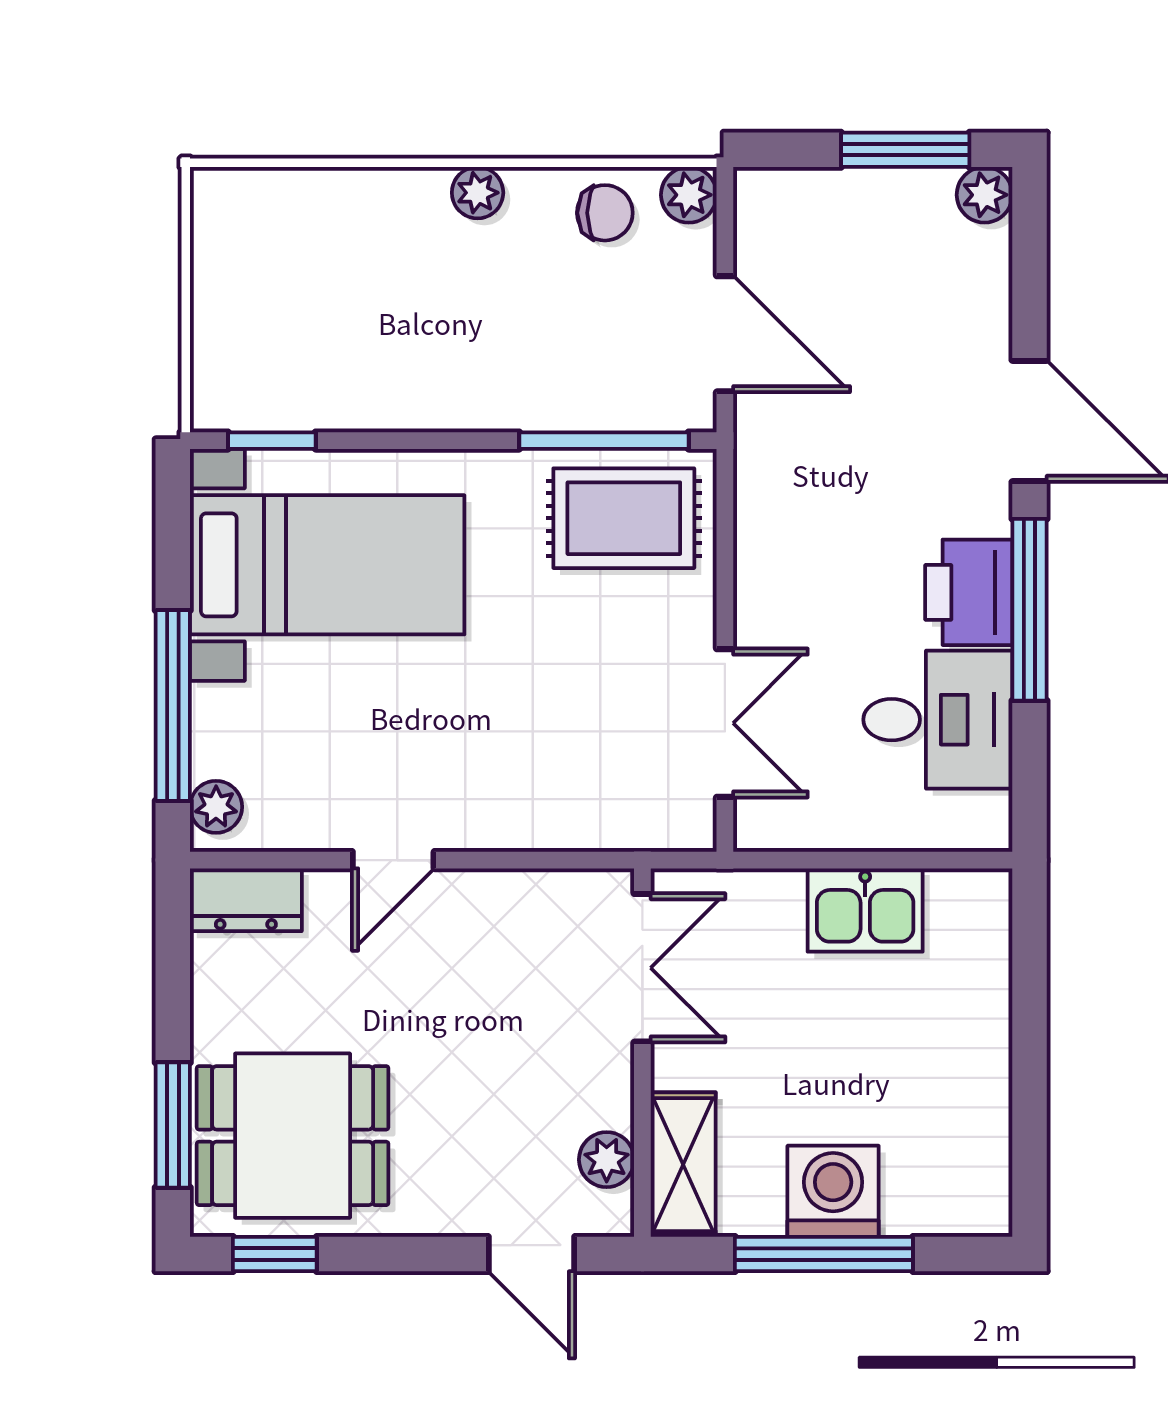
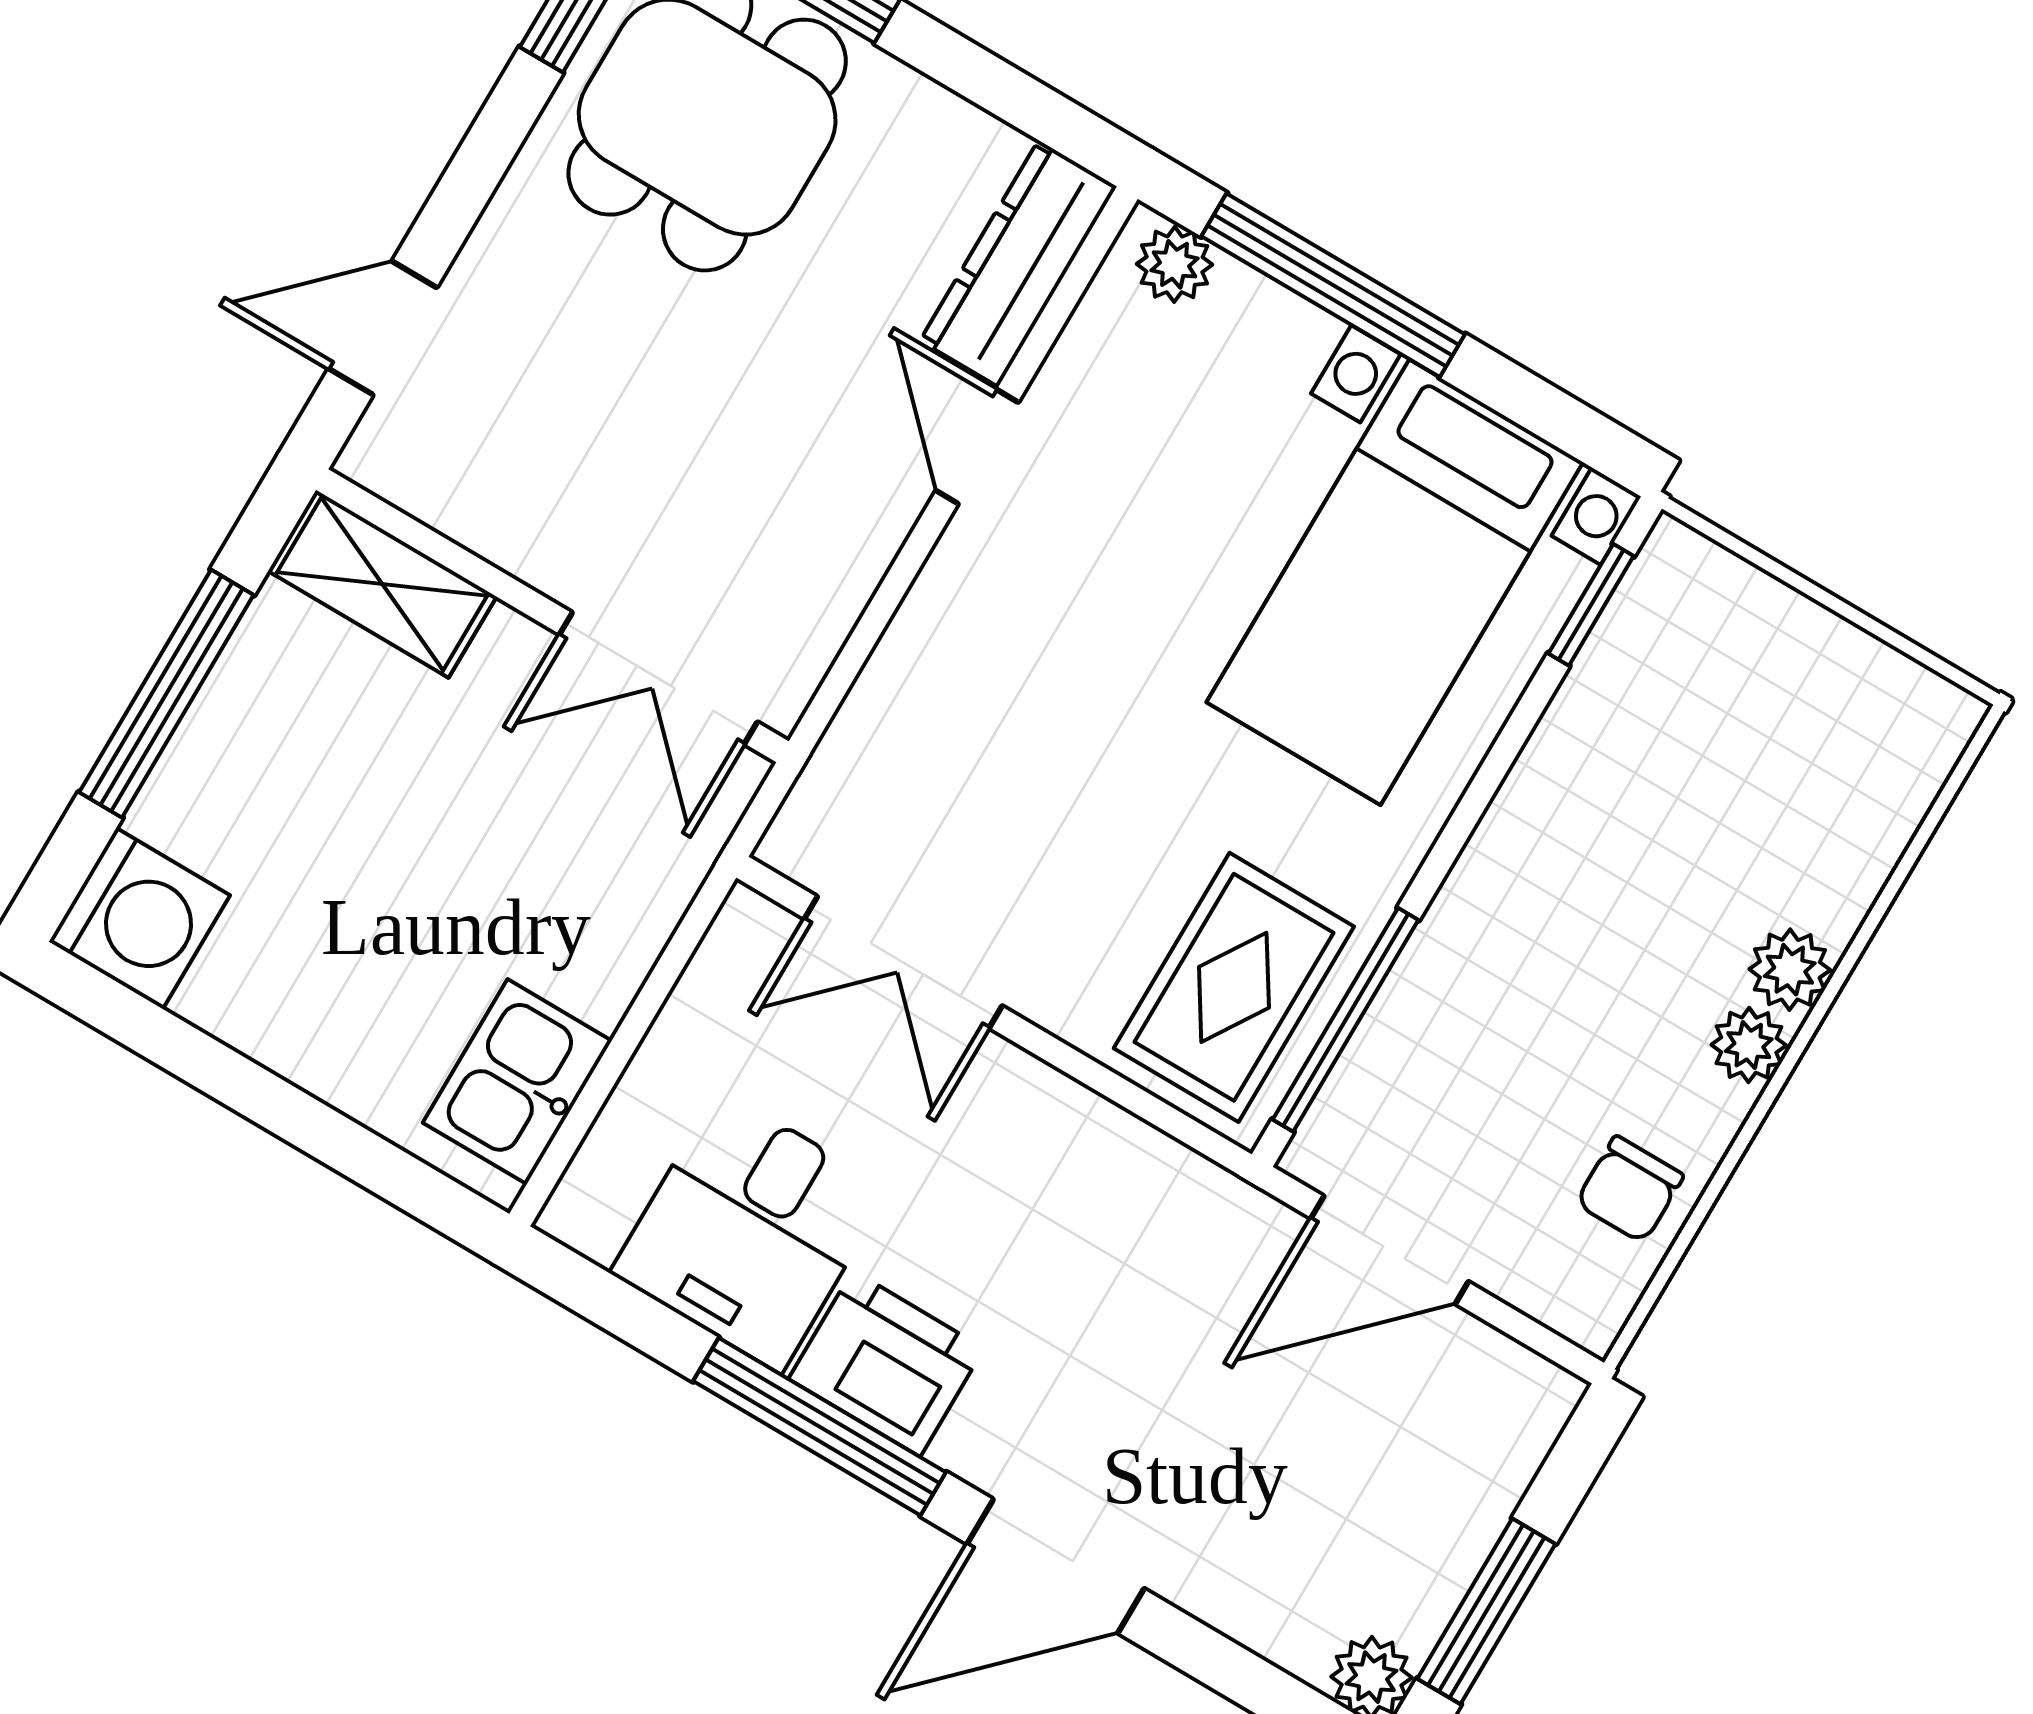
plant: (689, 195) -> (1790, 970), moved
dresser: (246, 900) -> (1018, 264), width x1.44
kitchen sink: (865, 910) -> (517, 1082), moved
plant: (607, 1160) -> (445, 492), removed
washing machine: (833, 1191) -> (139, 918), moved

